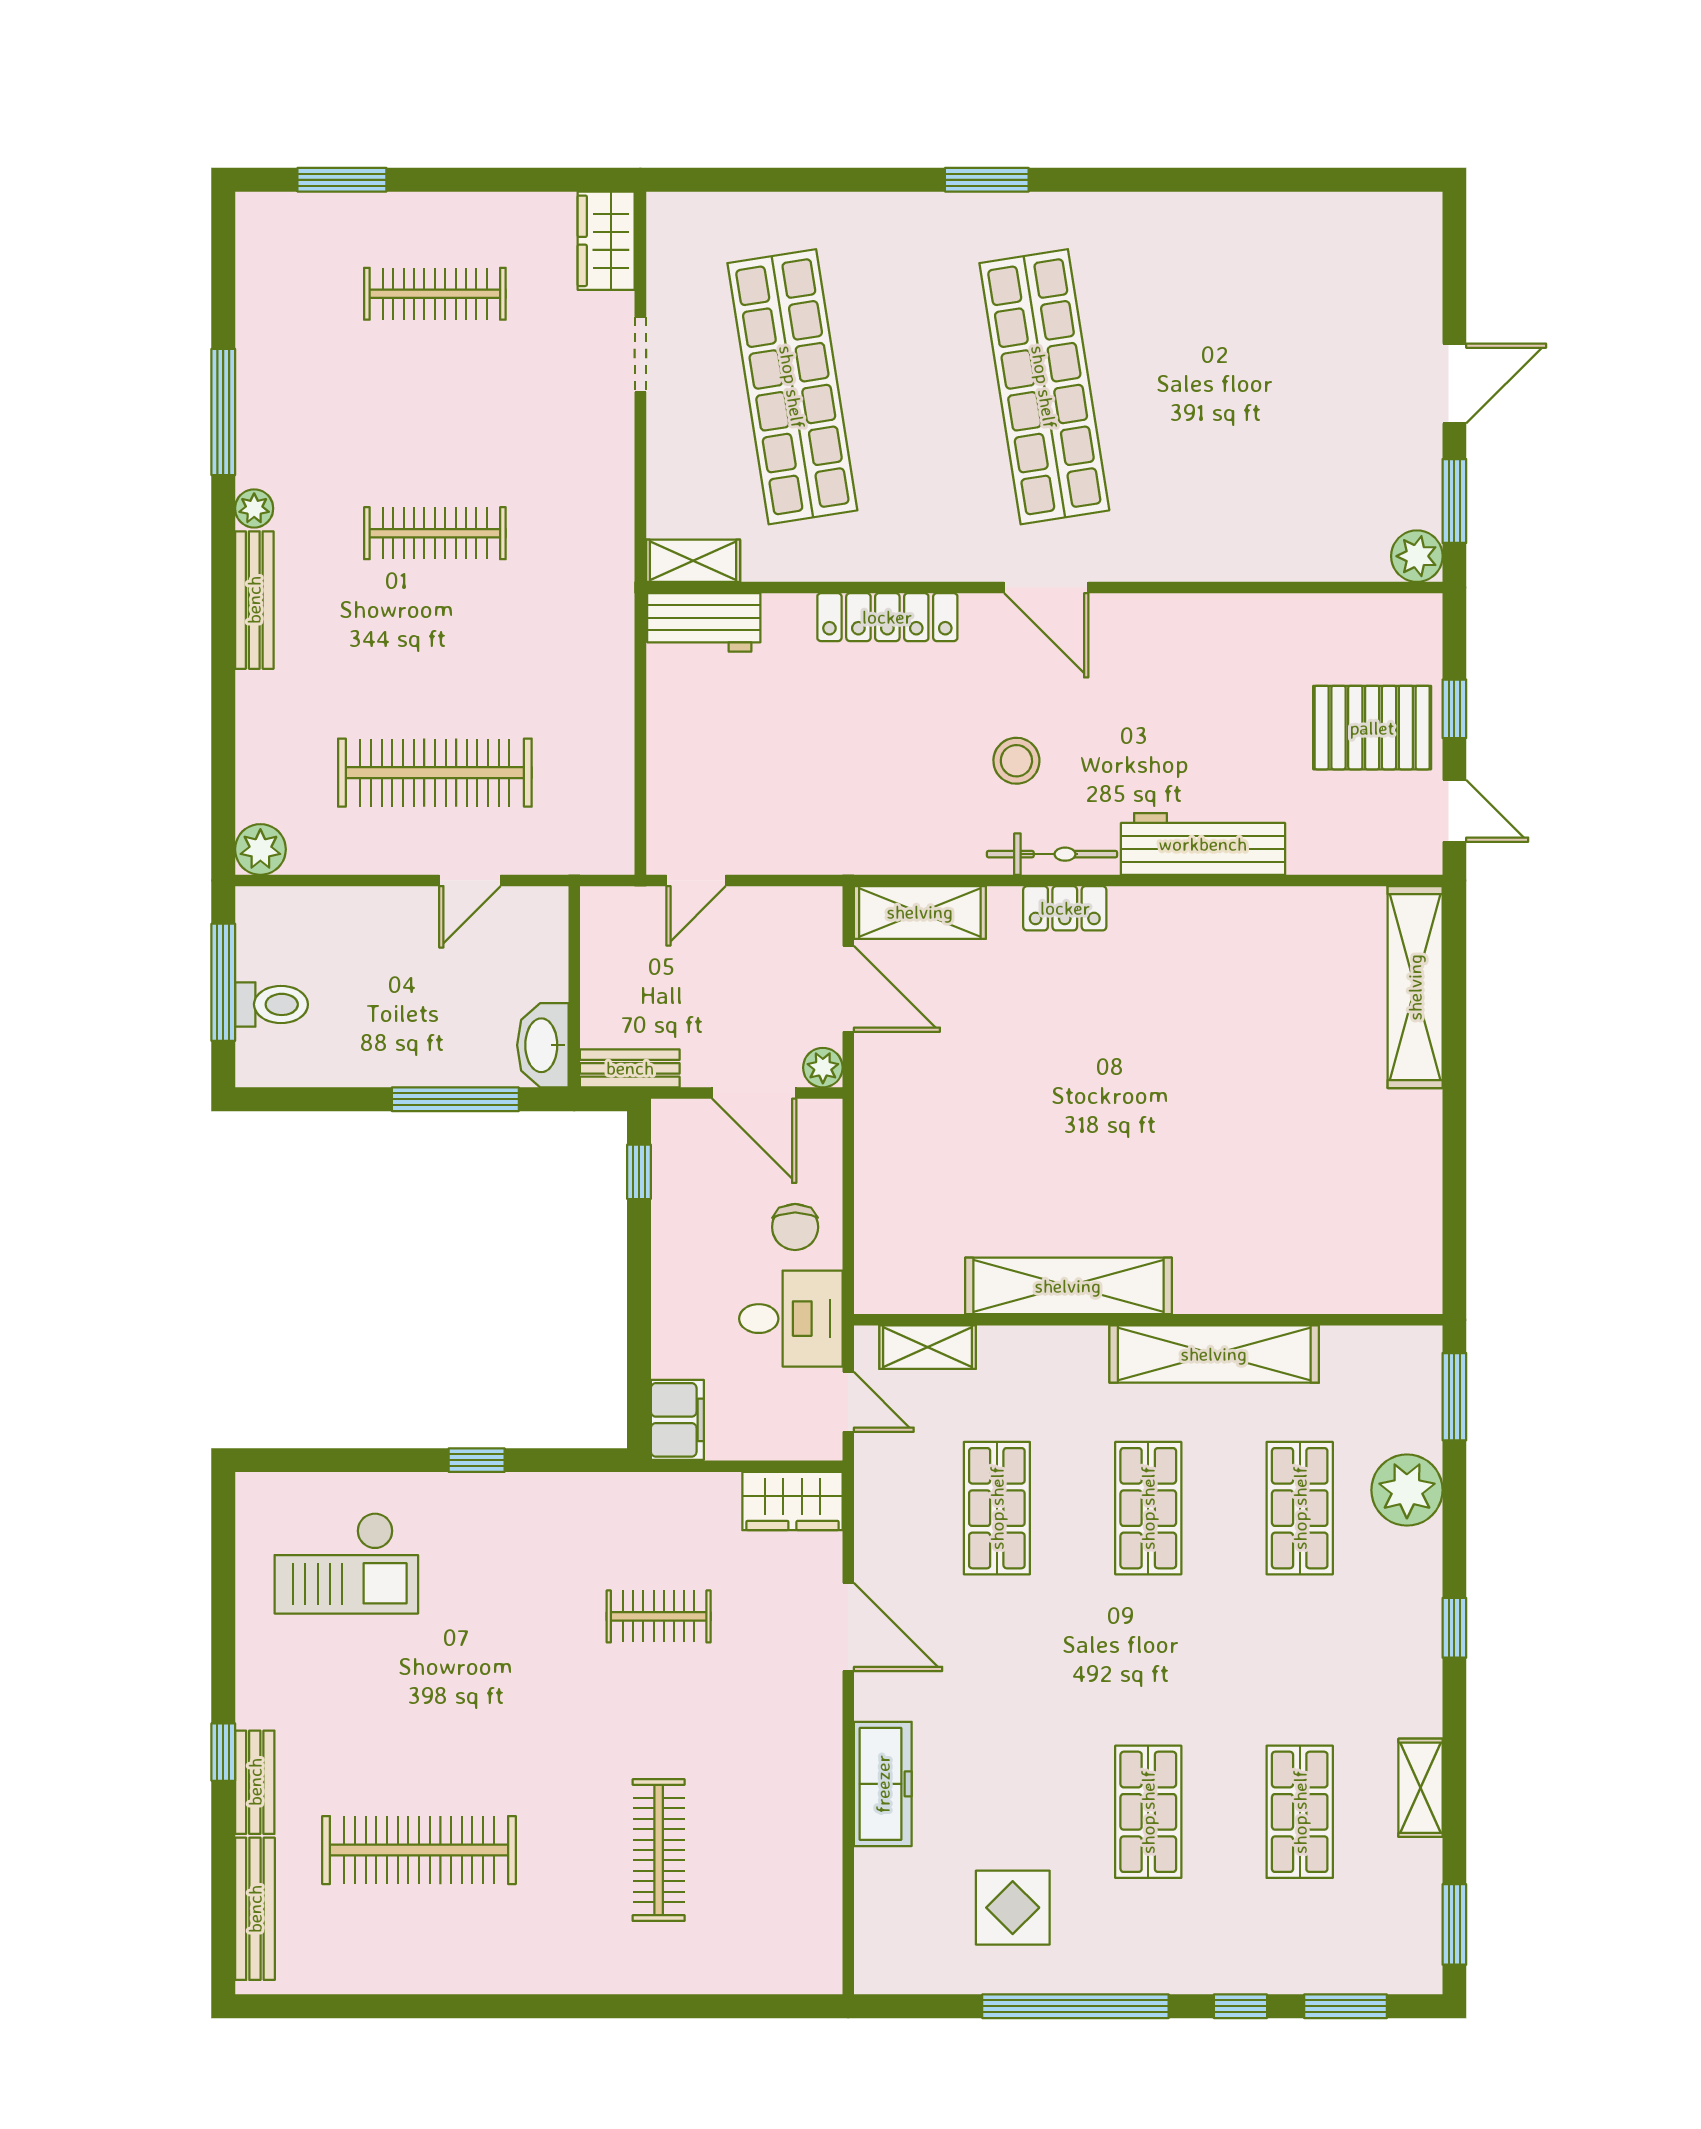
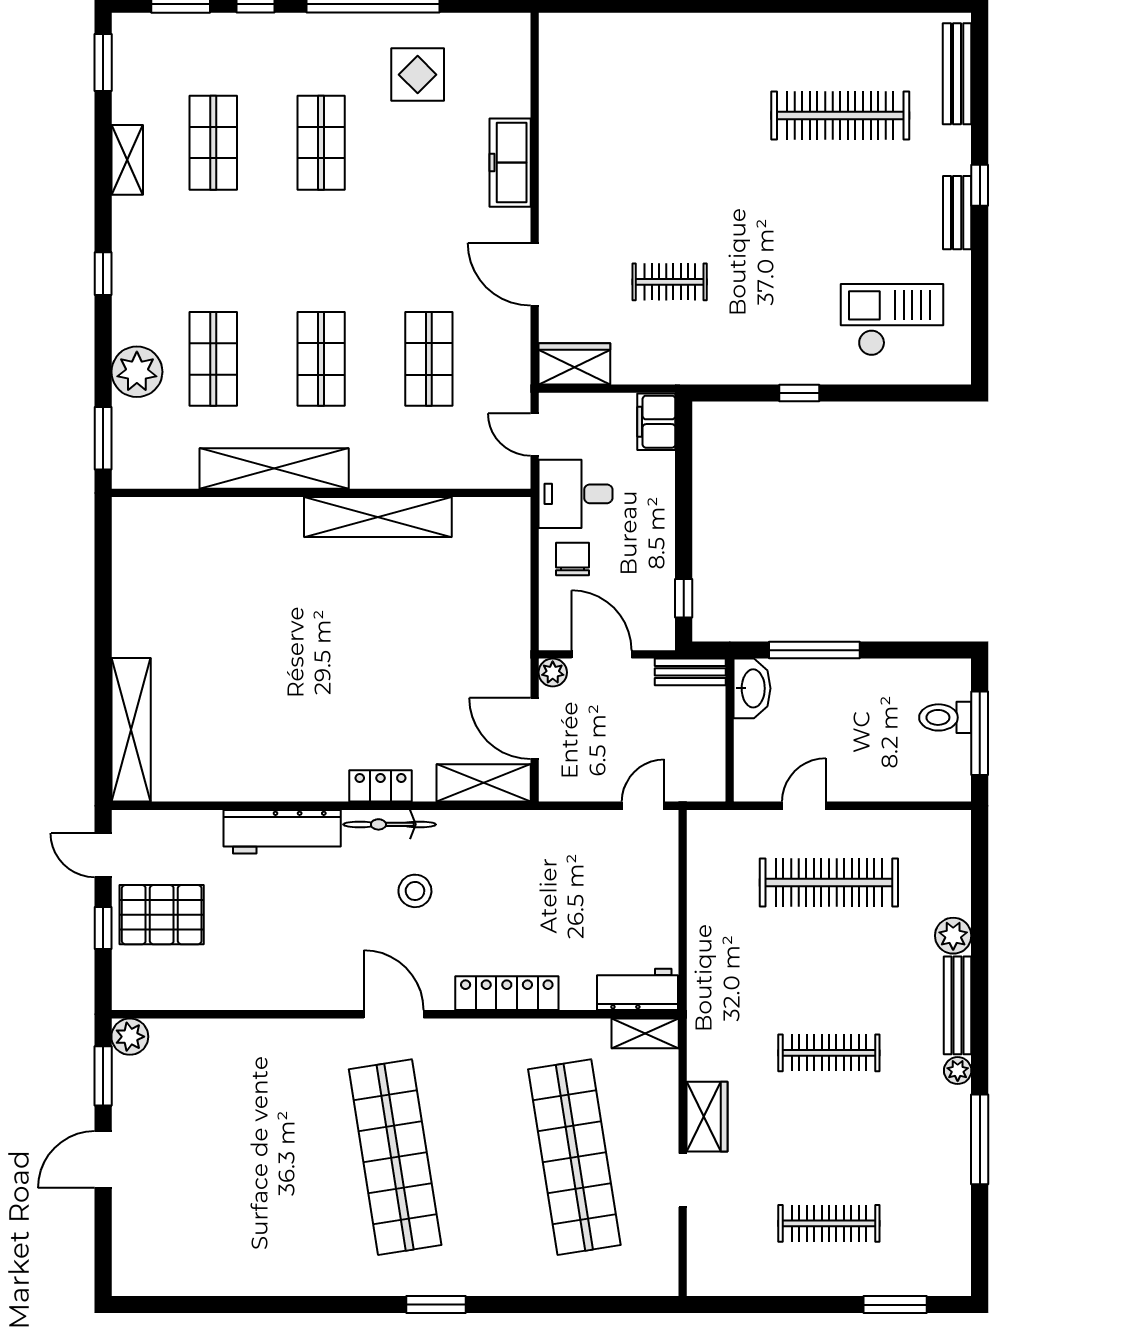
wardrobe: (606, 241) -> (707, 1117), moved
plant: (260, 849) -> (953, 936), moved
shelving: (928, 1347) -> (478, 473), removed
bench: (255, 1782) -> (957, 213), moved
clothes rail: (659, 1850) -> (670, 115), removed

